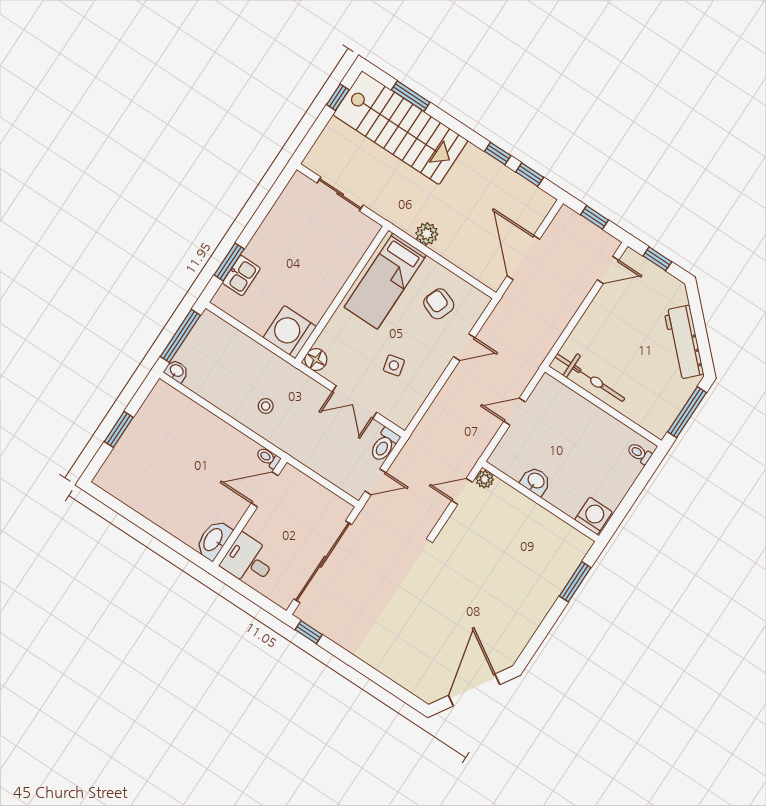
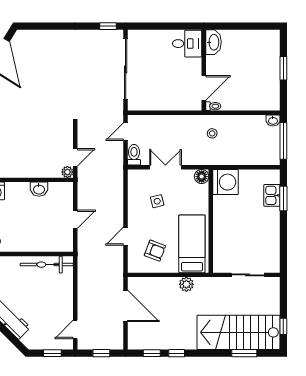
toilet: (268, 458) -> (213, 106), moved
door: (265, 489) -> (204, 88), moved
wall: (250, 512) -> (204, 70), moved
washbasin: (214, 540) -> (213, 42), moved
desk: (249, 561) -> (187, 44), moved

